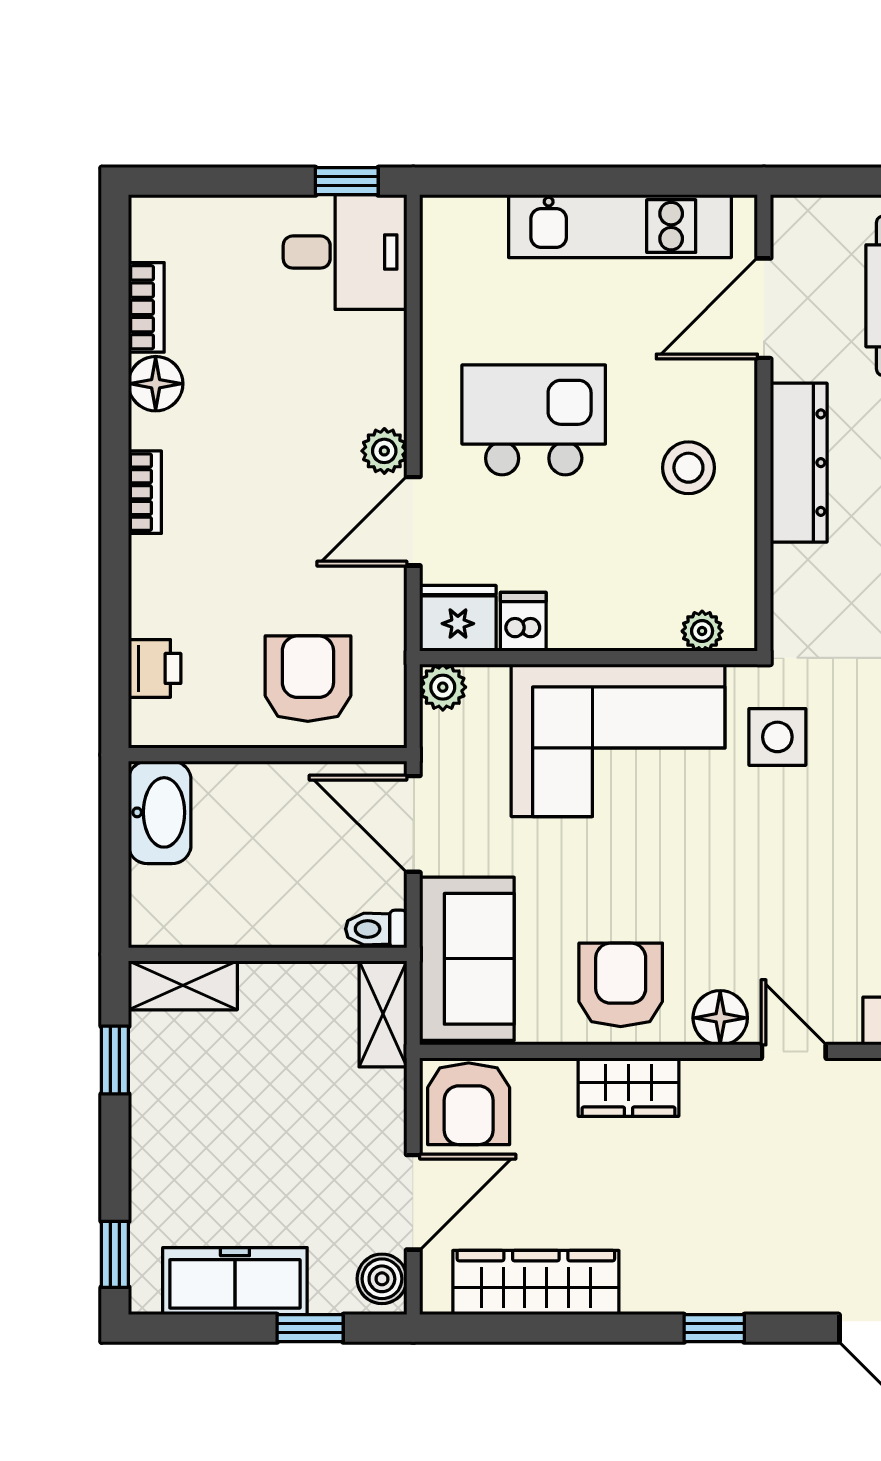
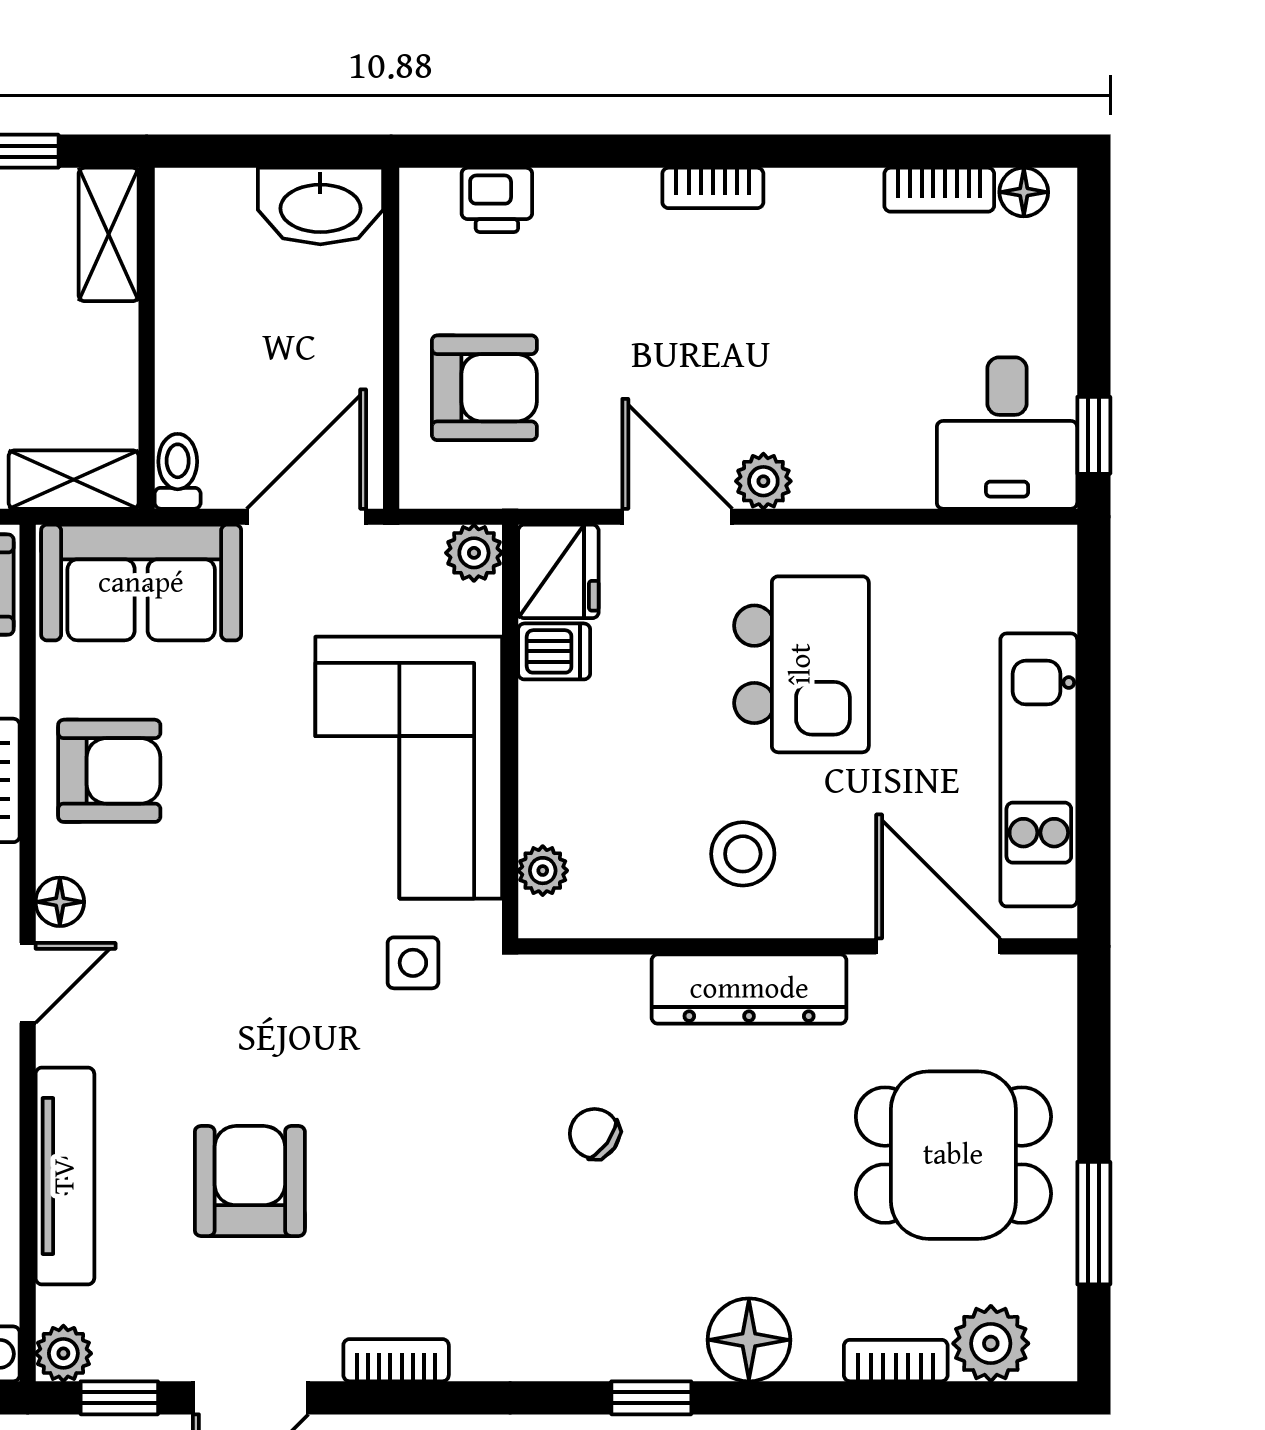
floor lamp: (156, 384) -> (1024, 192), moved, width x0.73, depth x0.73
side table: (777, 737) -> (413, 963), width x0.73, depth x0.73
floor lamp: (720, 1018) -> (60, 902), width x0.73, depth x0.73

